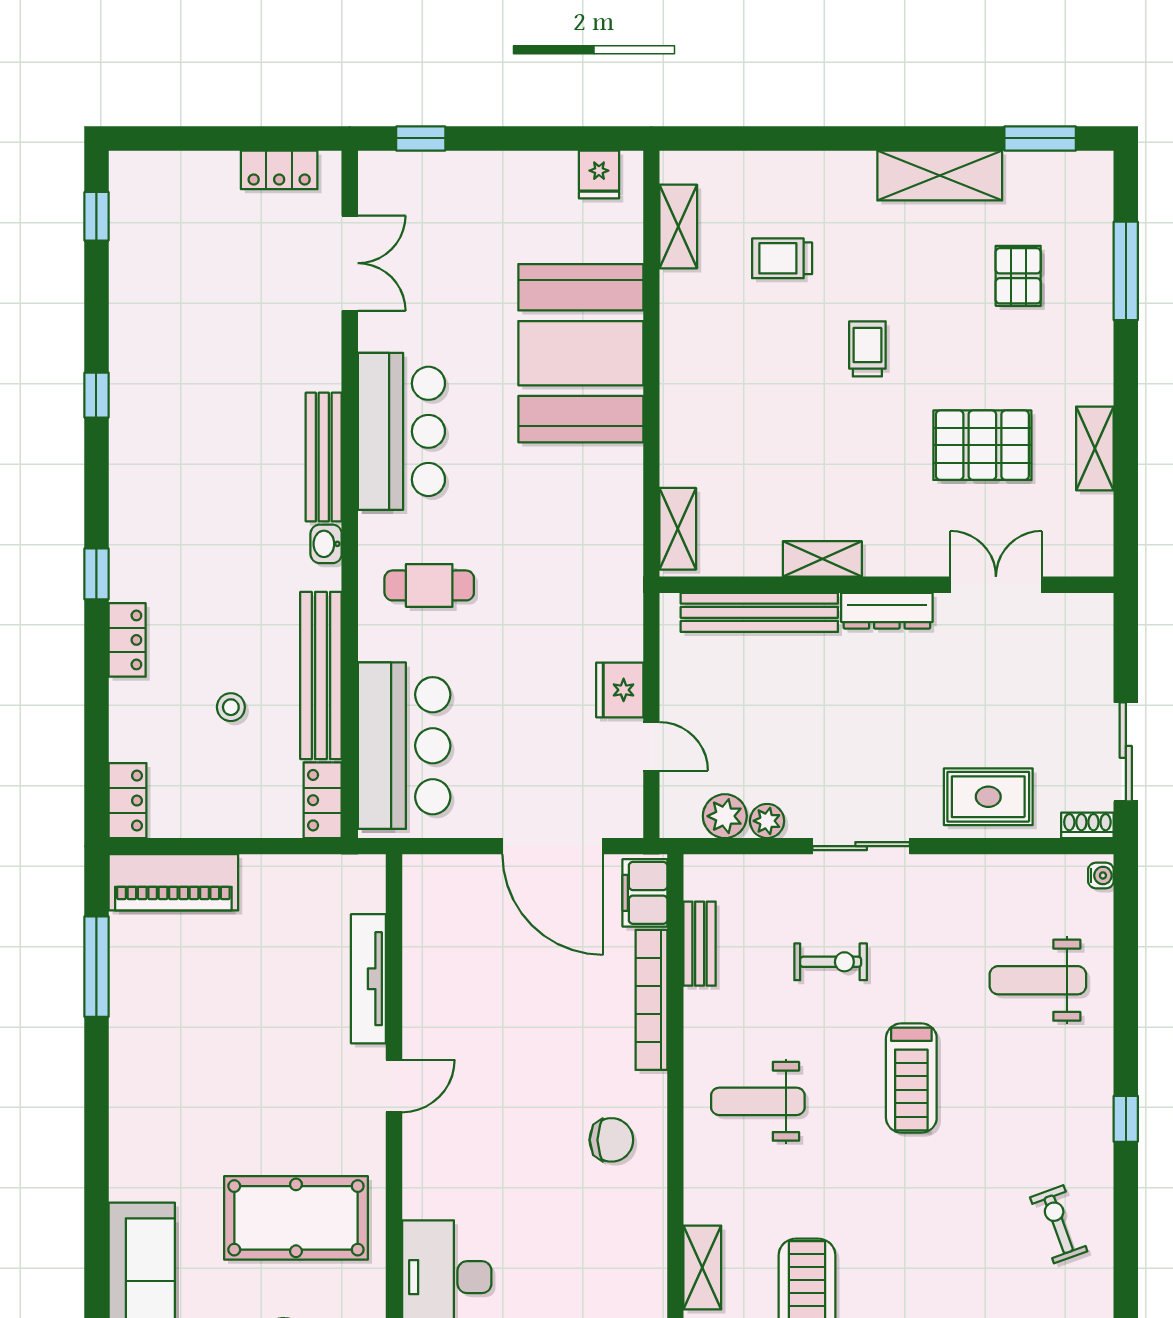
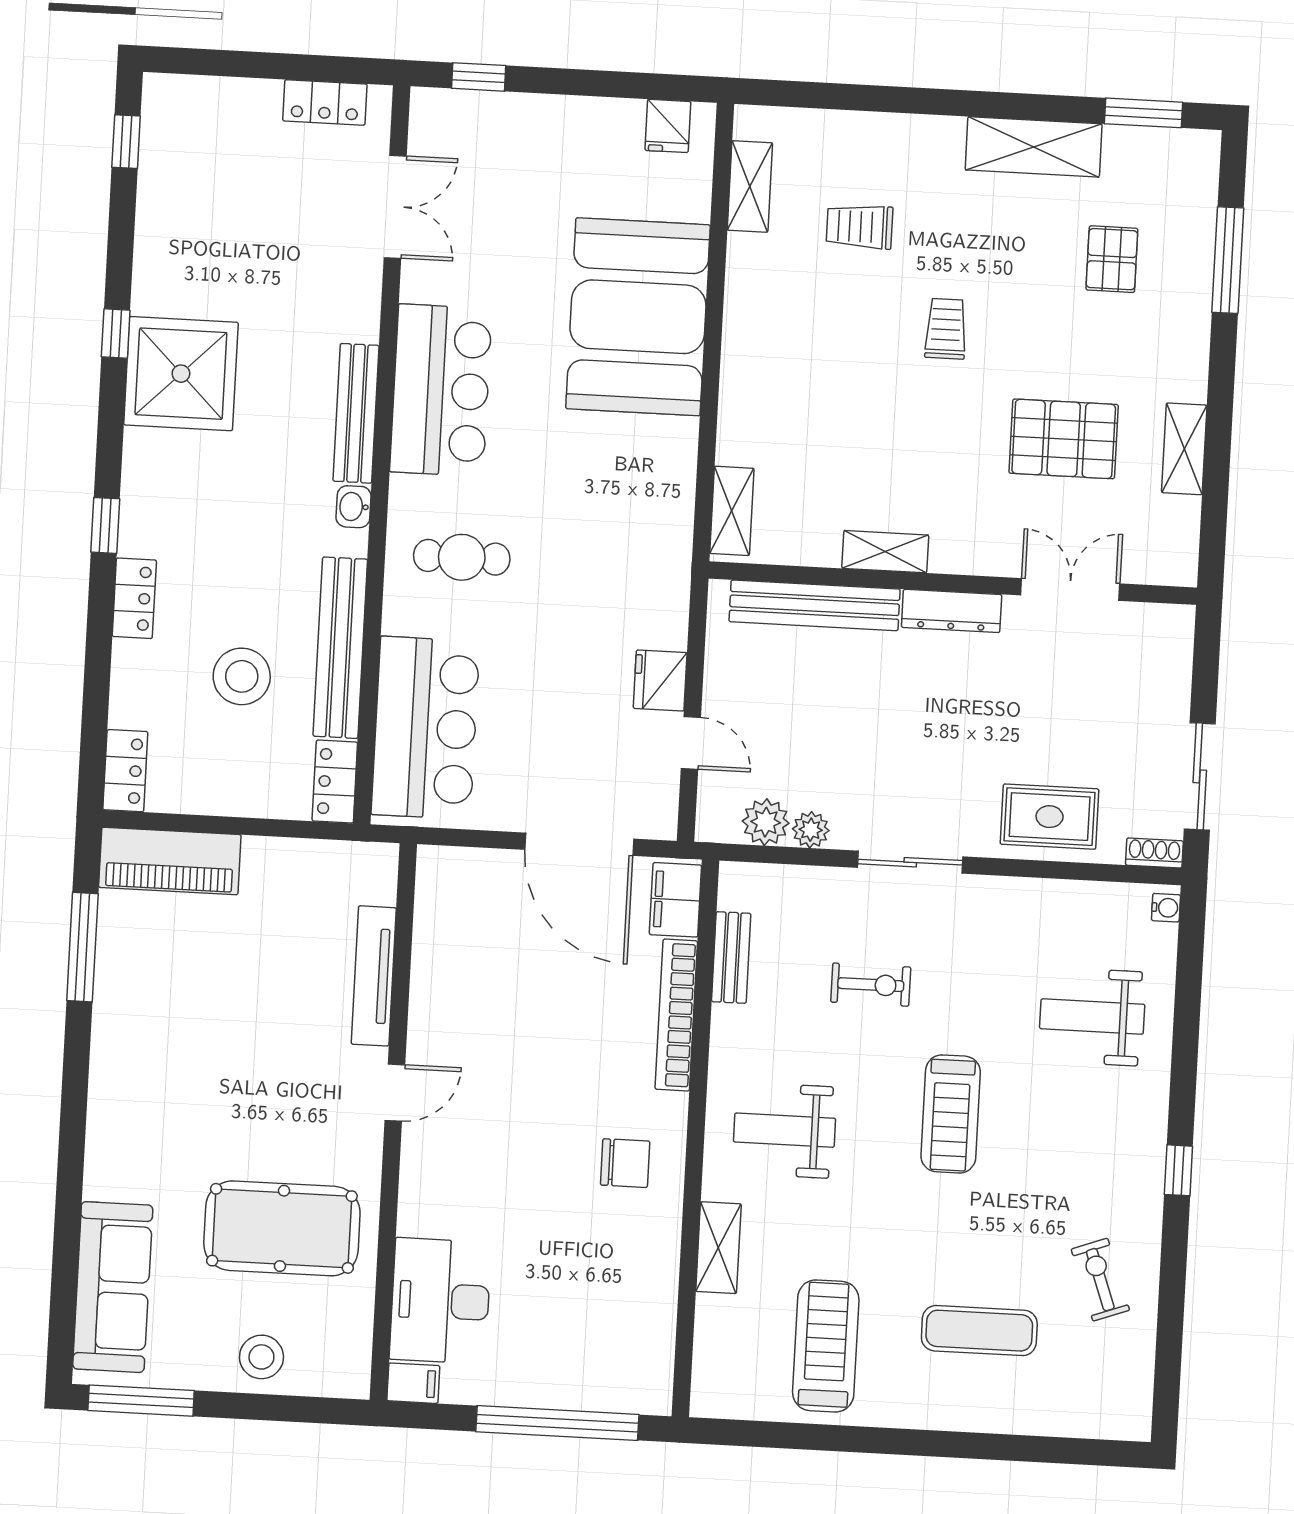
shower: (159, 429) -> (181, 374), added
stool: (231, 707) -> (242, 676), width x1.89, depth x1.89
shelving: (702, 1267) -> (718, 1248), moved
exercise mat: (949, 1278) -> (979, 1331), added

